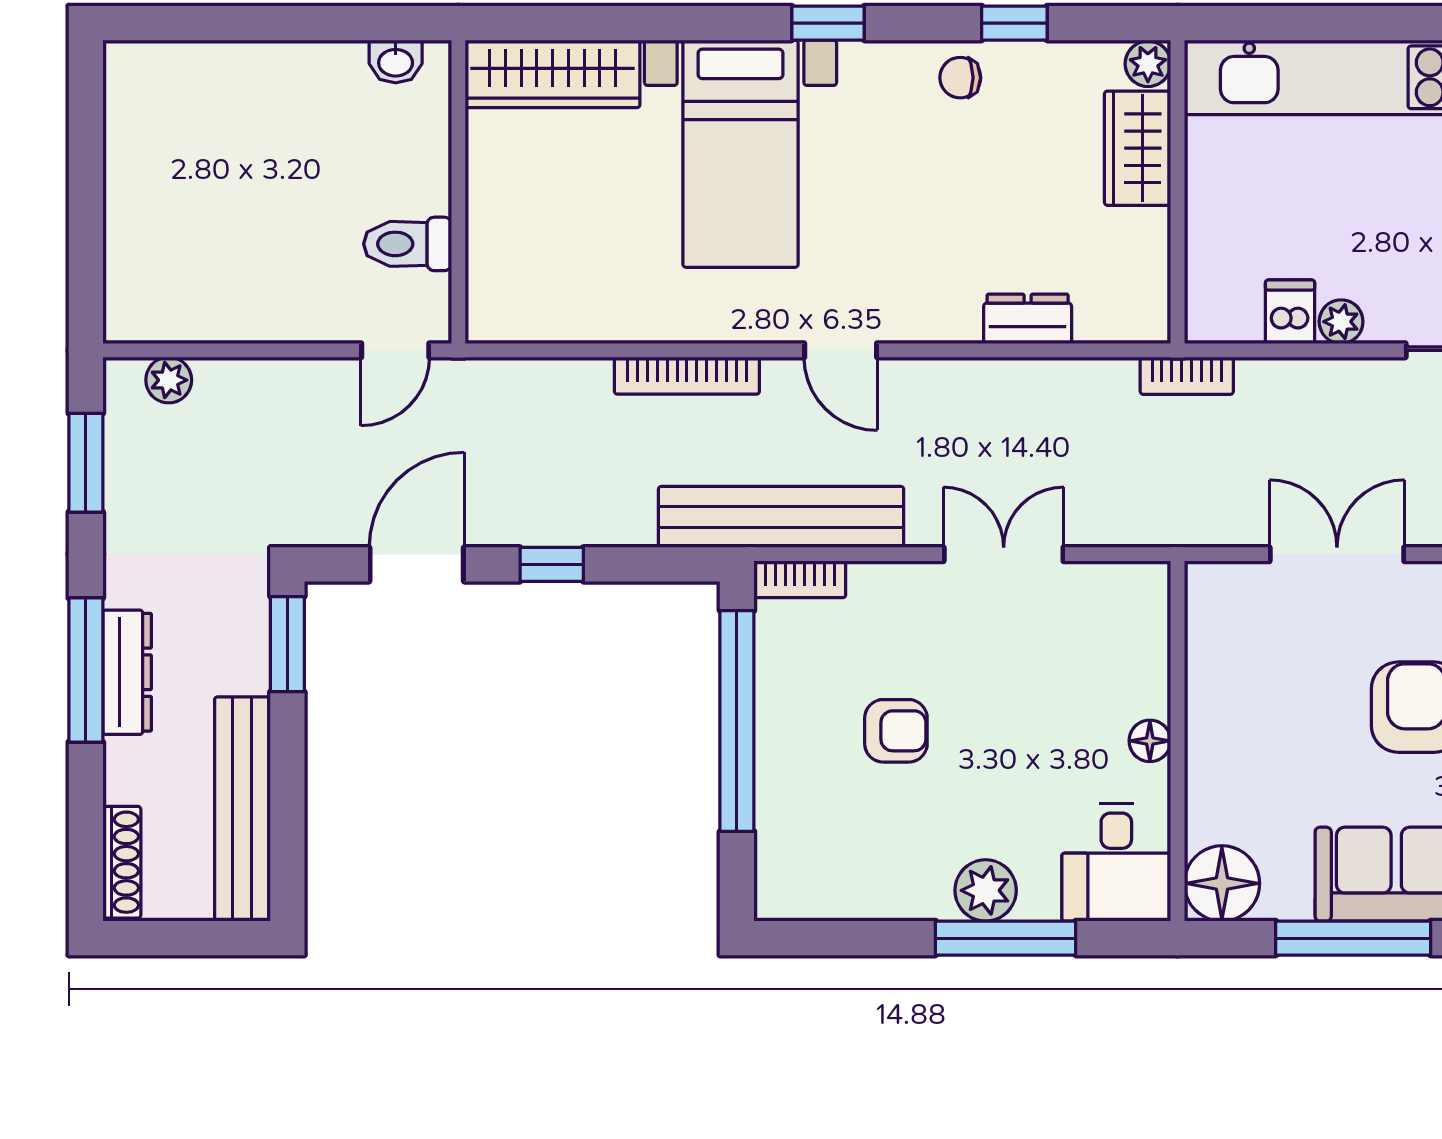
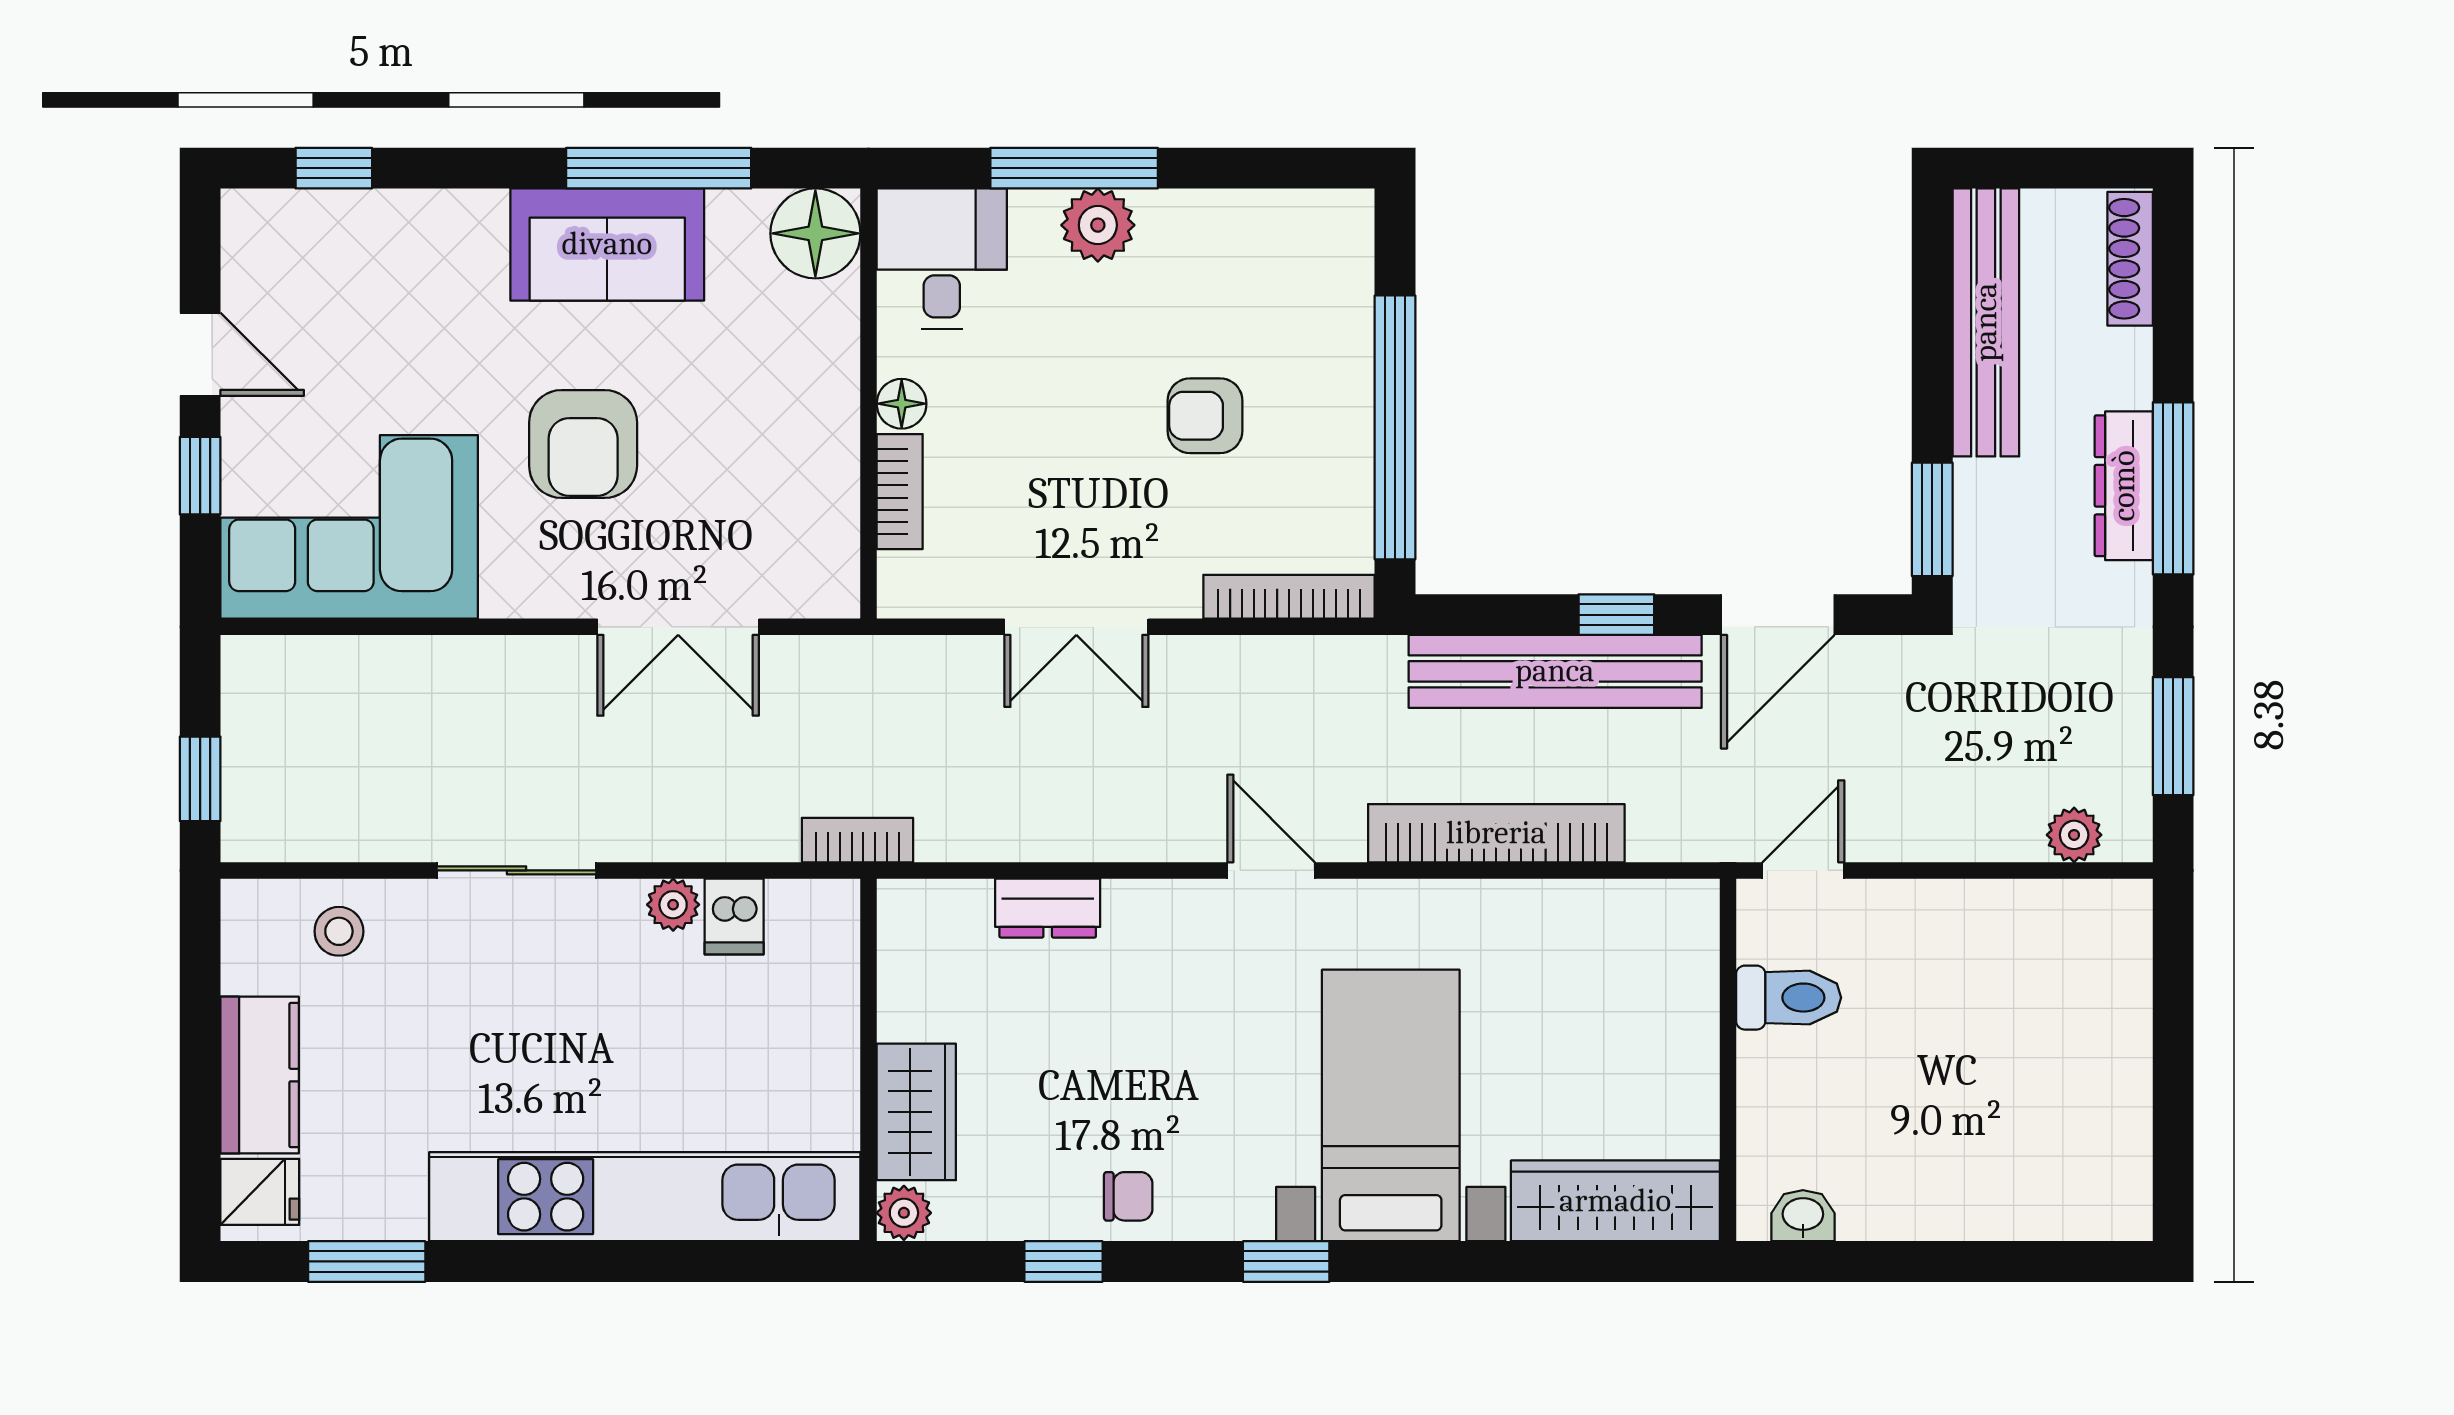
bookcase: (687, 376) -> (1496, 833), width x1.48, depth x1.31
bench: (781, 517) -> (1555, 671), moved
bookcase: (800, 579) -> (1289, 597), width x1.56
bookcase: (1151, 667) -> (900, 492), added

